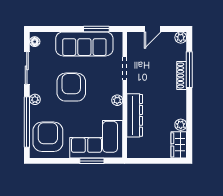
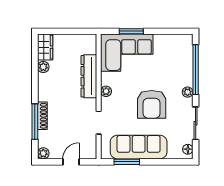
armchair: (48, 137) -> (175, 55), removed

